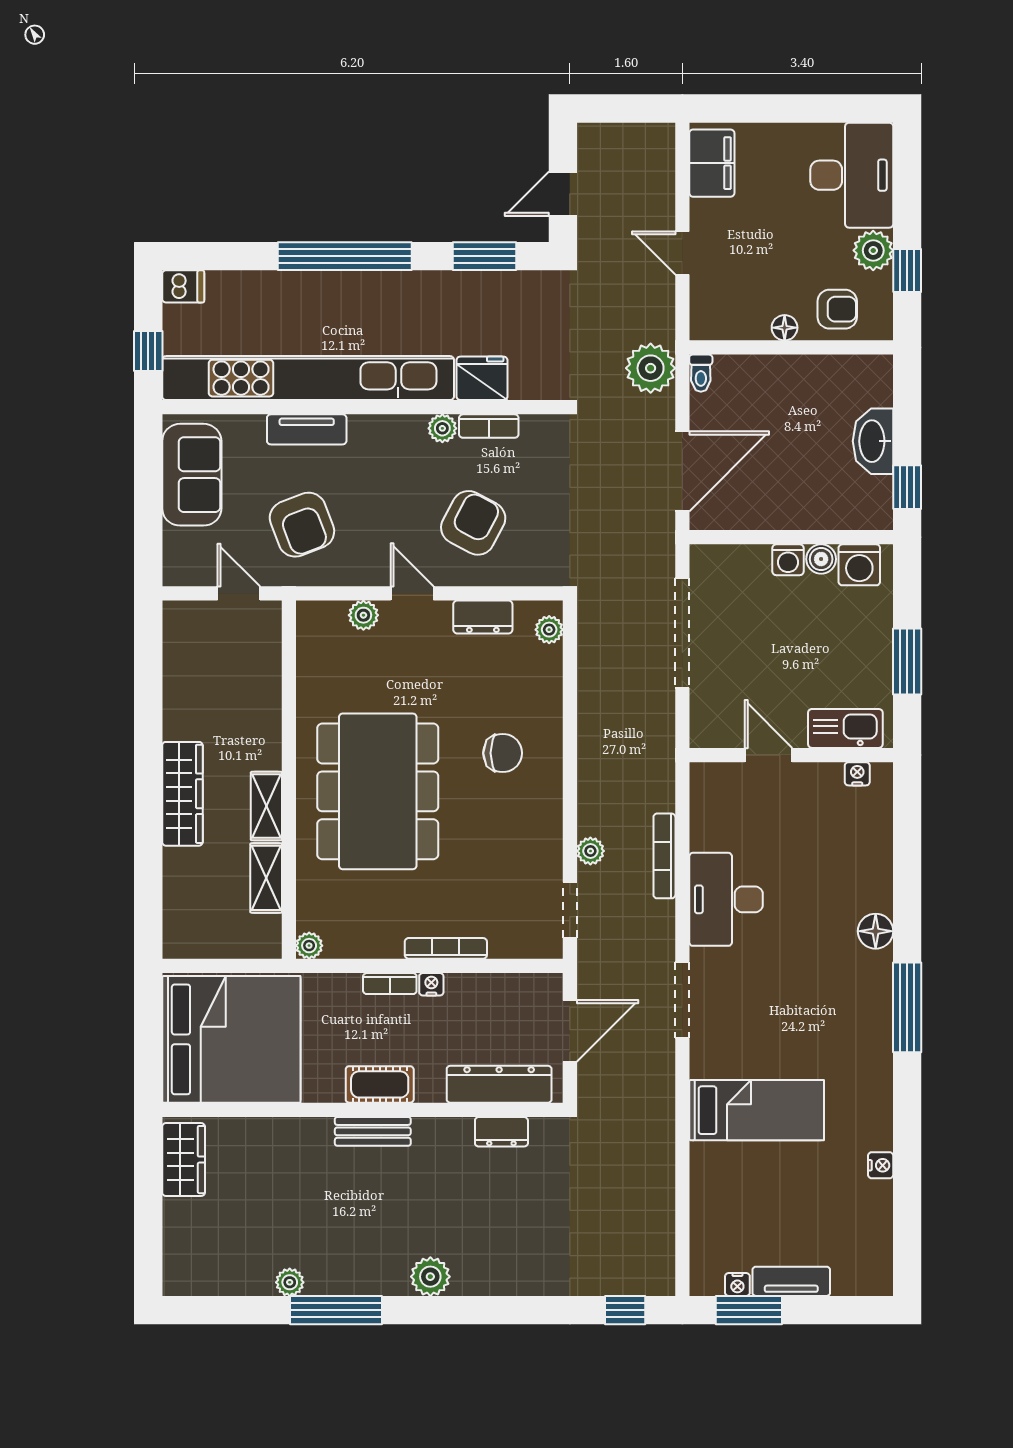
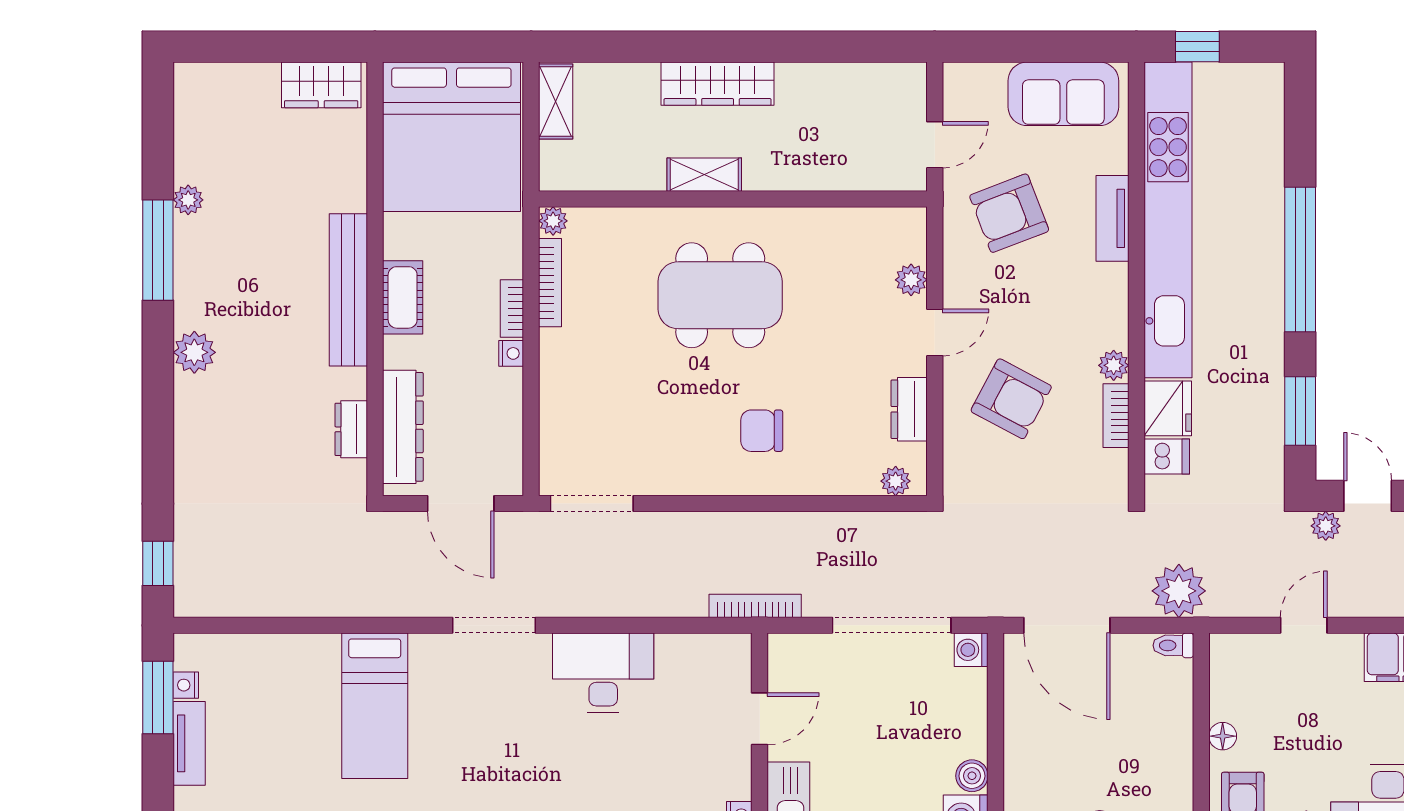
dishwasher: (183, 286) -> (1167, 456), moved, turned -90
washing machine: (788, 560) -> (971, 650), moved
chair: (503, 753) -> (762, 431), turned 90
dining table: (378, 791) -> (720, 295), width x0.73, depth x0.80
plant: (590, 851) -> (1326, 526), moved
bookcase: (664, 856) -> (755, 606), moved
shelving: (266, 878) -> (556, 101), moved, turned 90
doorway: (570, 910) -> (592, 504), width x1.38
bookcase: (446, 948) -> (550, 283), moved
bench: (373, 1131) -> (348, 290), width x1.86, depth x1.21

